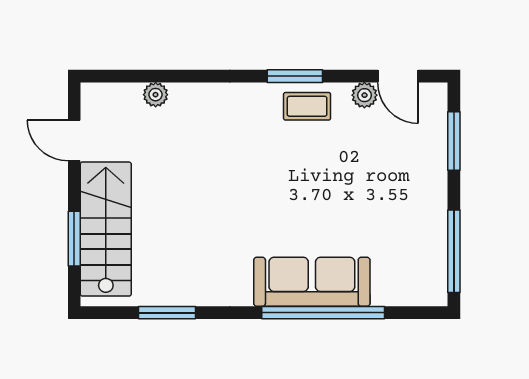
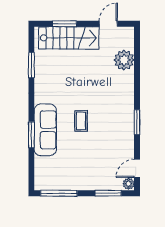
plant: (156, 95) -> (124, 60), width x1.88, depth x1.88
plant: (364, 95) -> (129, 184), moved
coffee table: (307, 106) -> (81, 121), moved
window: (323, 313) -> (31, 135), width x0.47

